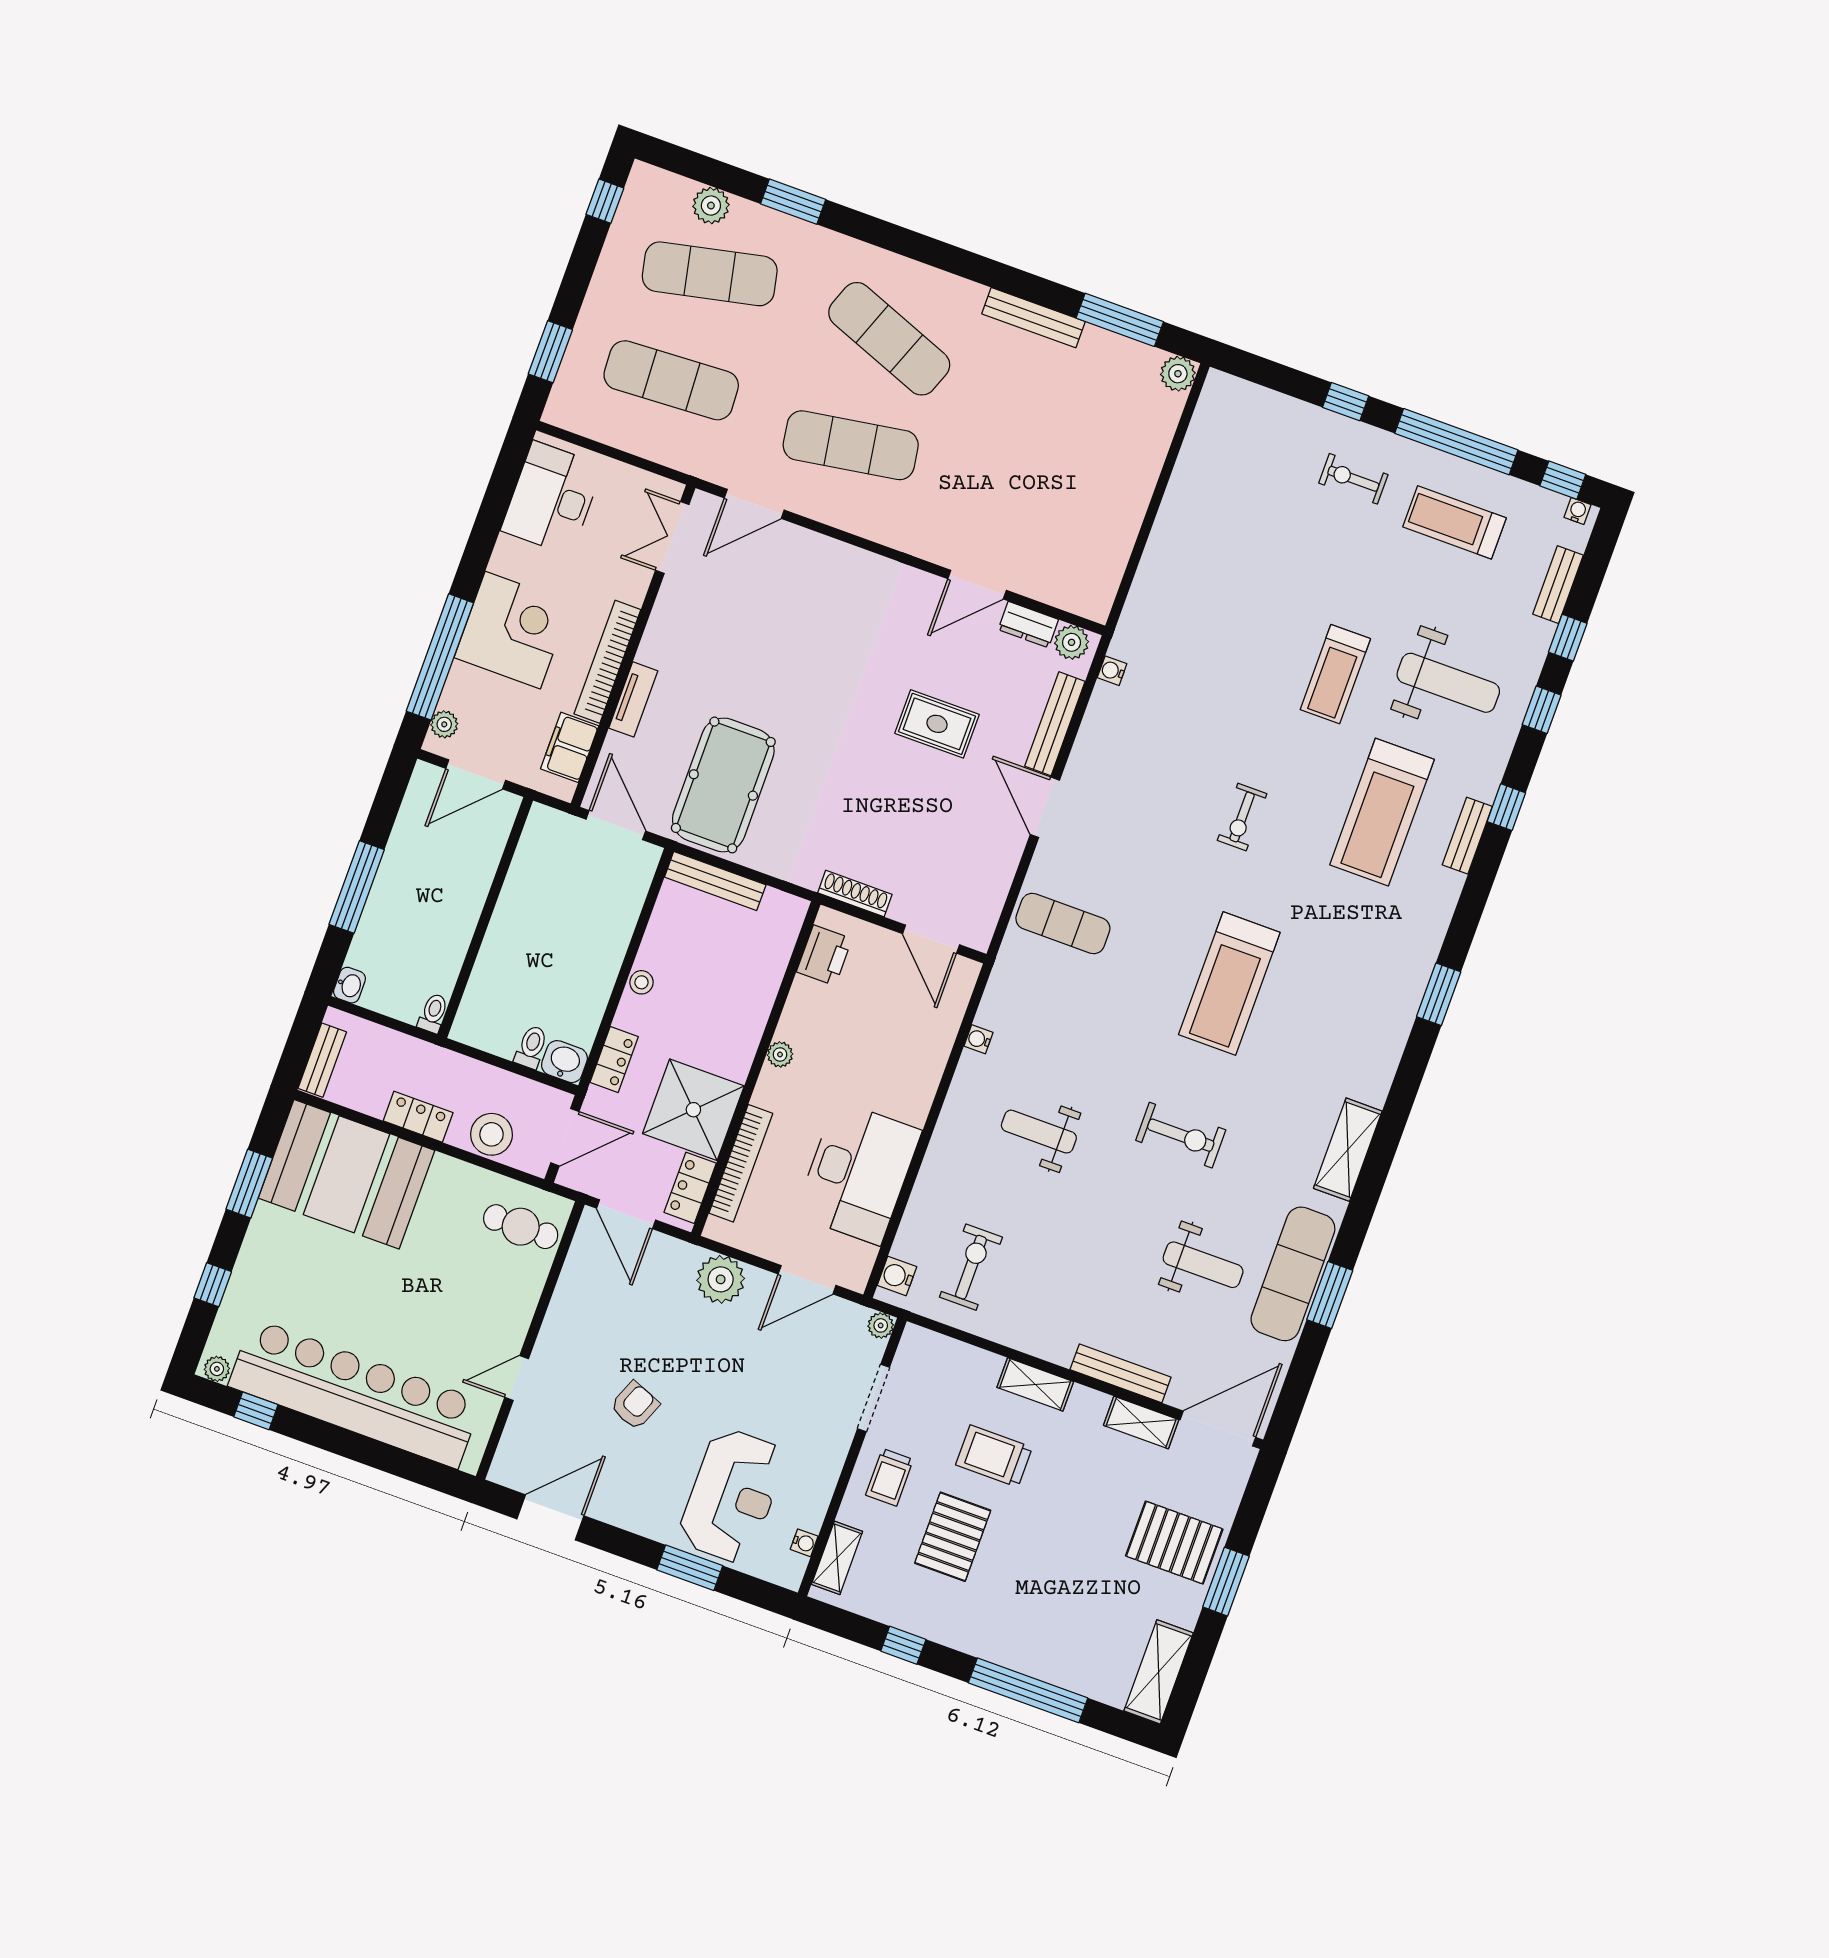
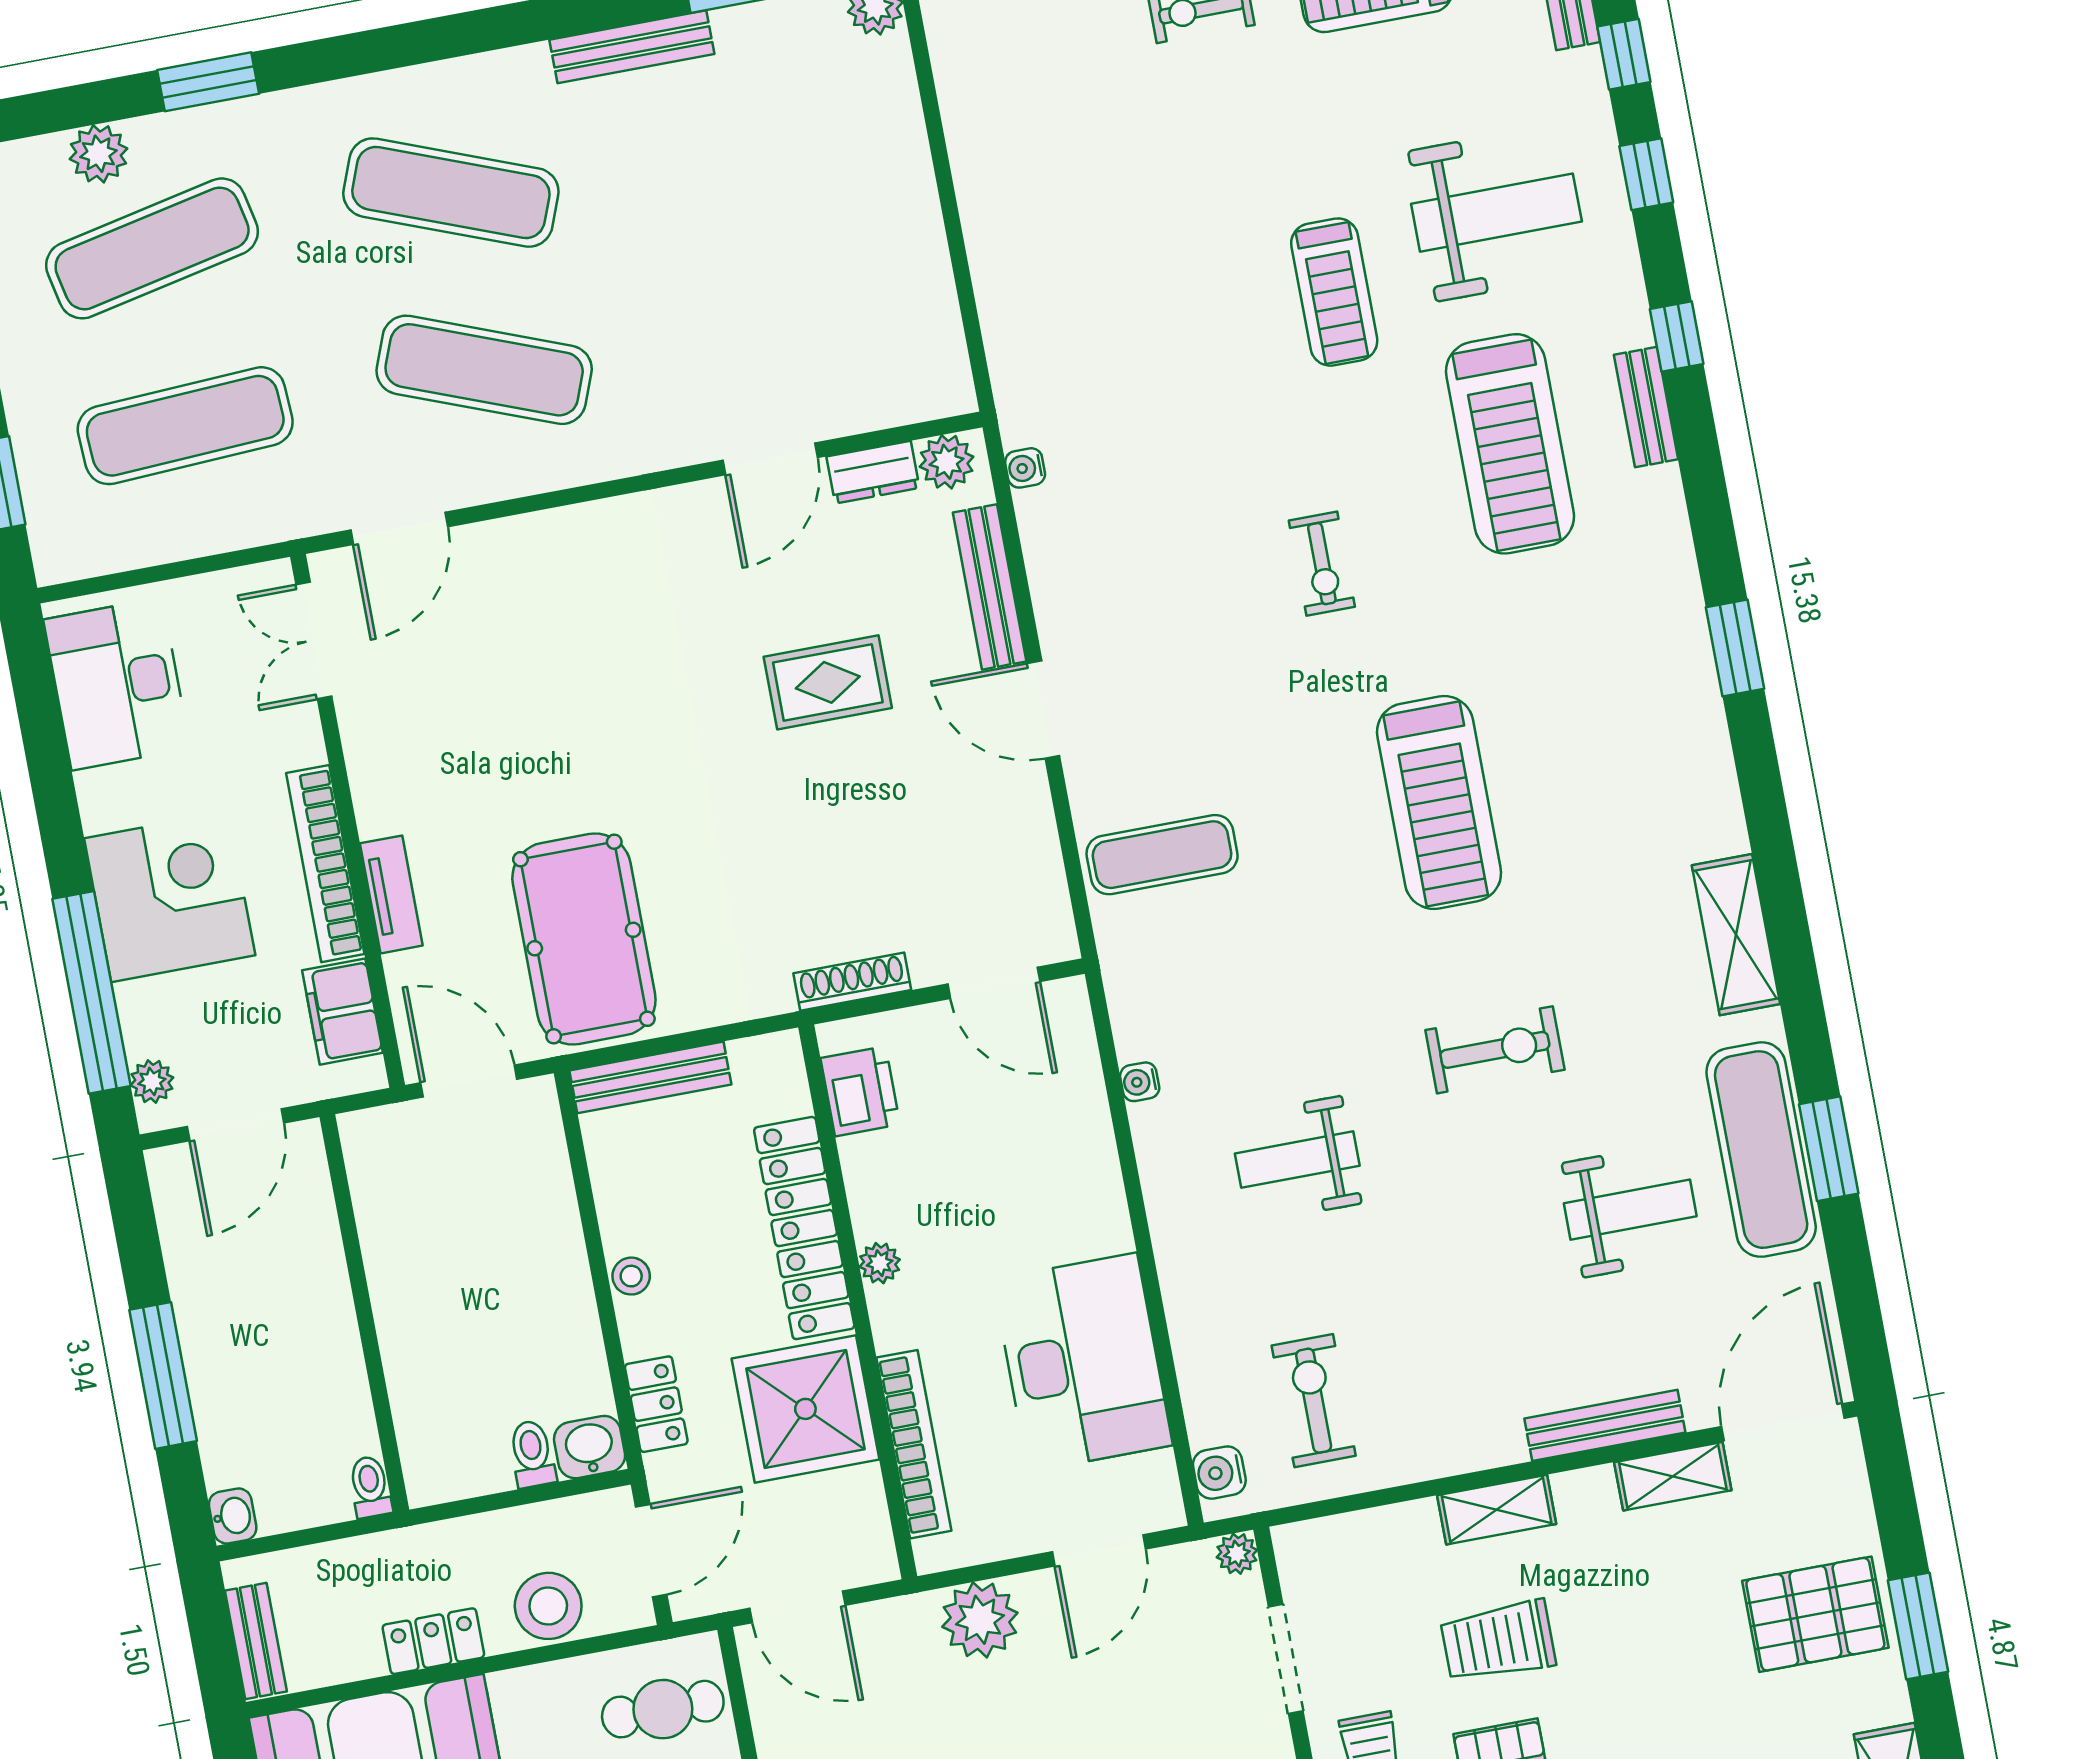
exercise mat: (851, 445) -> (484, 370), turned 30
locker: (690, 1188) -> (804, 1228), moved, width x2.16, depth x1.21

